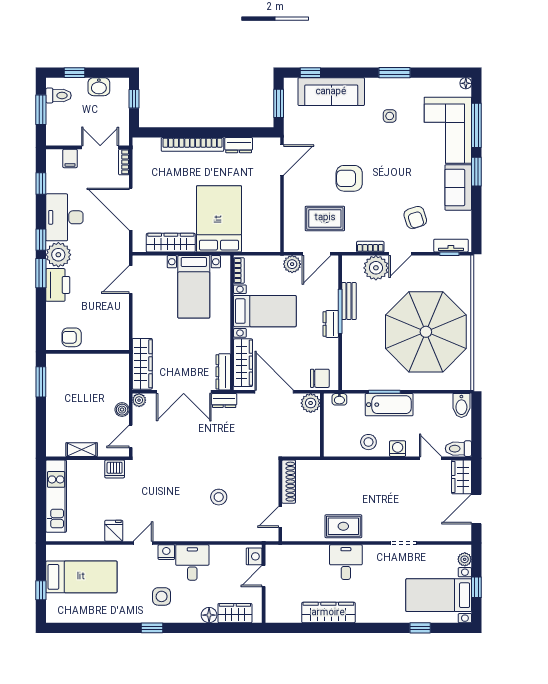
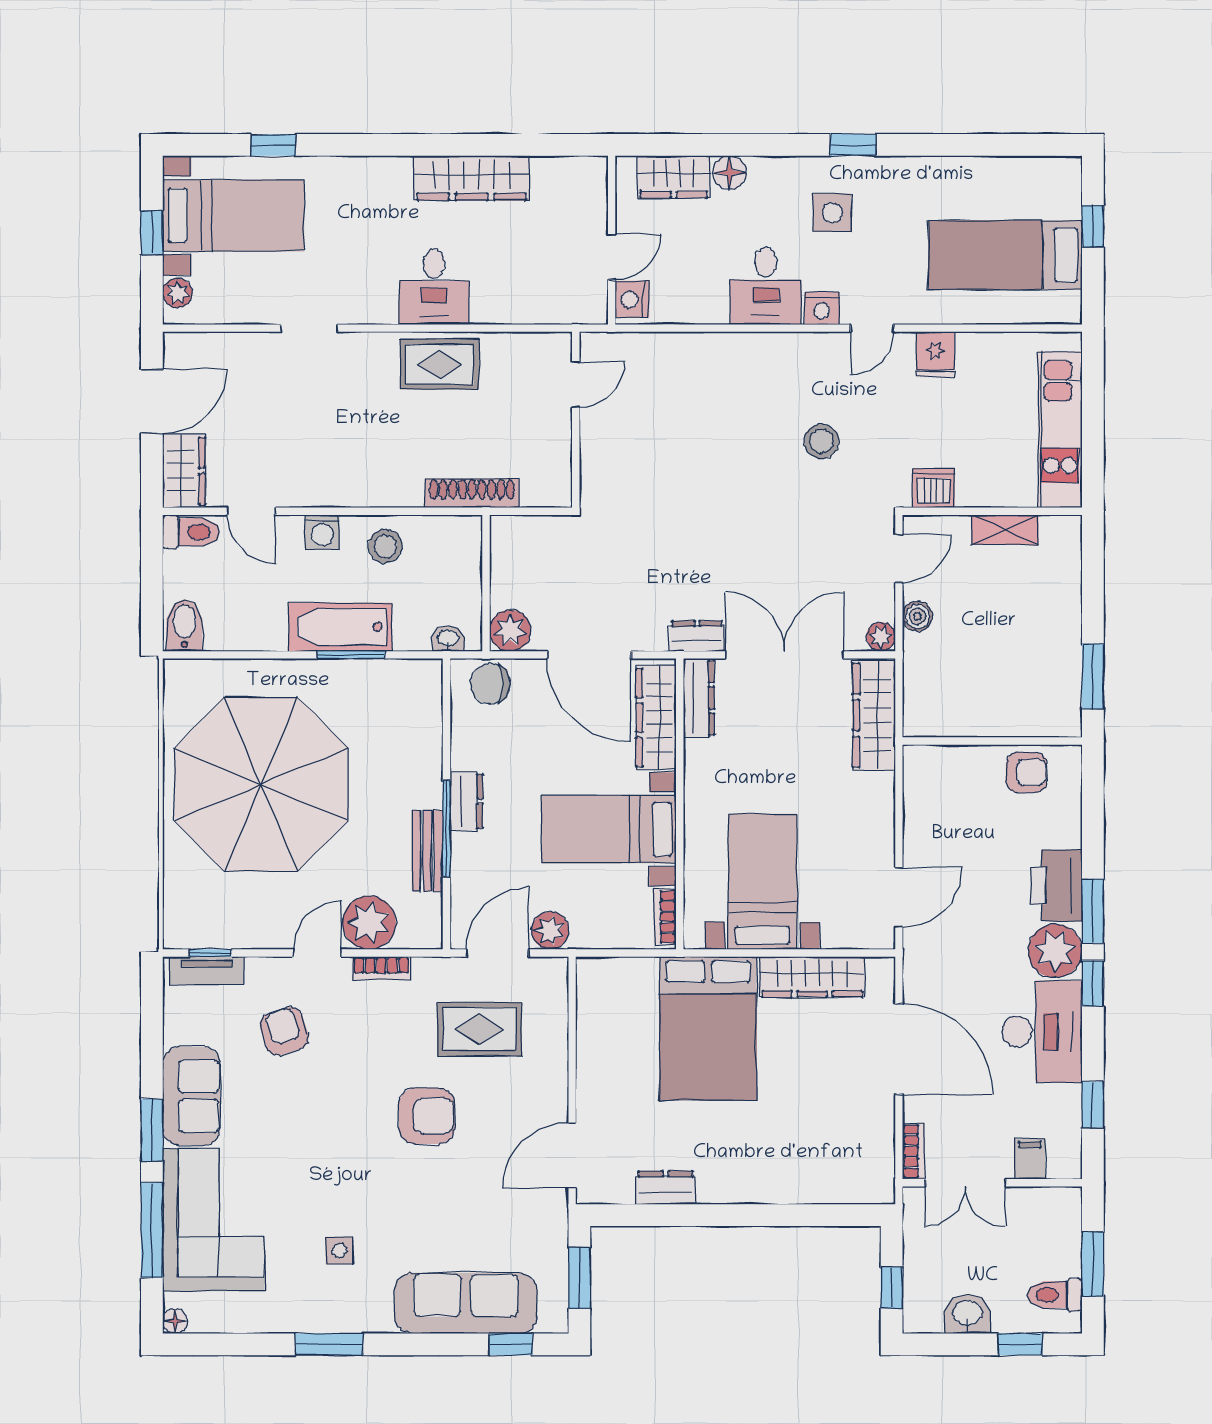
bookcase: (192, 144) -> (765, 1189), removed
shoe rack: (289, 482) -> (472, 493), moved, turned 90
stool: (219, 497) -> (821, 441), moved

